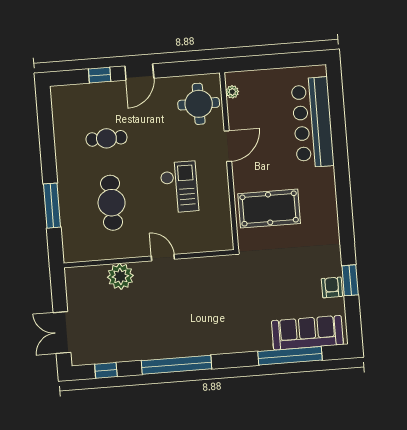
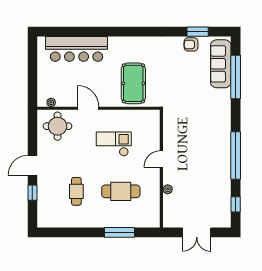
door: (139, 72) -> (32, 165), swing flipped
plant: (120, 276) -> (168, 189), width x0.53, depth x0.53
window: (350, 280) -> (198, 32), moved
double door: (62, 333) -> (197, 232), moved

